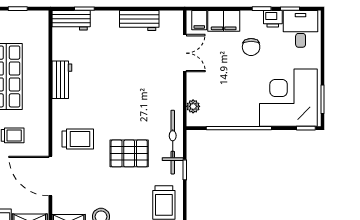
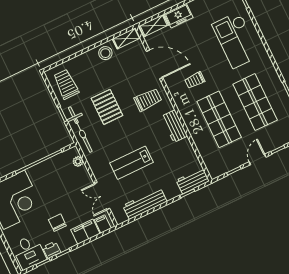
workbench: (139, 20) -> (145, 204), width x1.38
lab bench: (132, 75) -> (132, 163), added
workbench: (62, 80) -> (174, 126), moved
trolley: (78, 139) -> (148, 100), turned 180
pallet: (129, 153) -> (107, 107), turned 90

